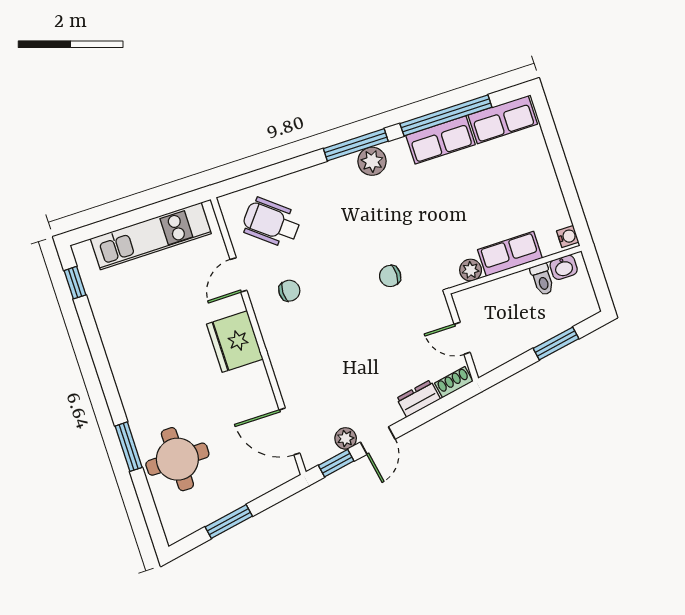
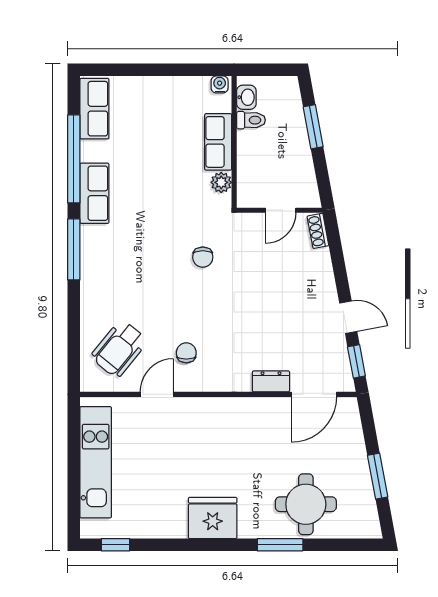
row of seats: (440, 140) -> (94, 193), moved
plant: (372, 161) -> (93, 240), removed
door: (238, 275) -> (157, 394), swing flipped
fridge: (235, 342) -> (213, 518), moved, turned 180
dresser: (418, 399) -> (271, 381), moved, turned 100
plant: (346, 438) -> (337, 346), removed

